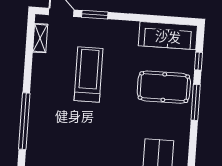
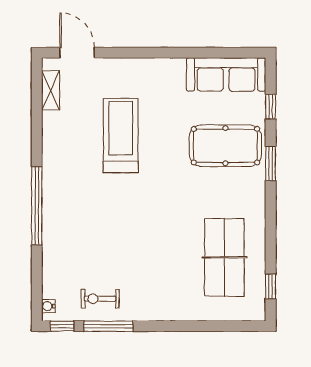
window: (95, 15) -> (124, 53), removed
window: (196, 102) -> (271, 164), width x0.69

